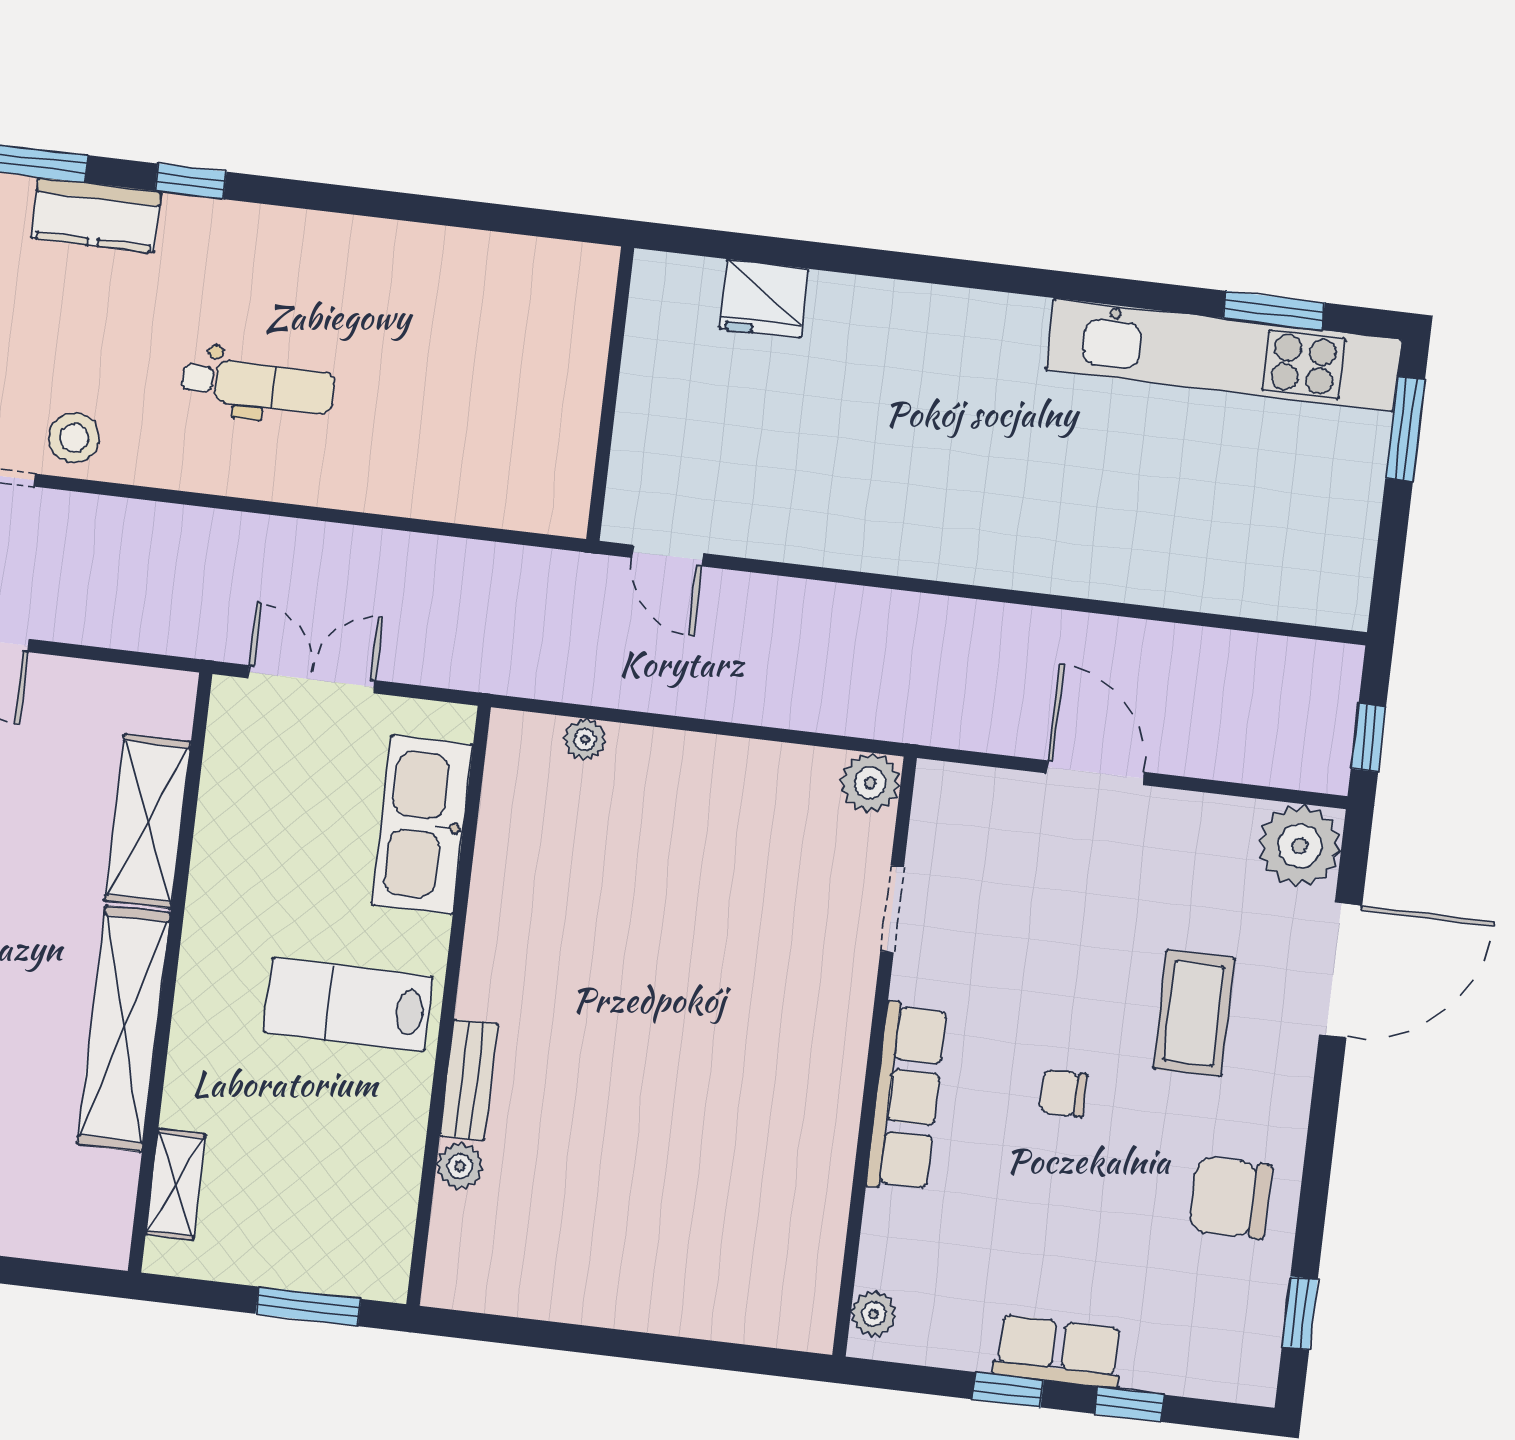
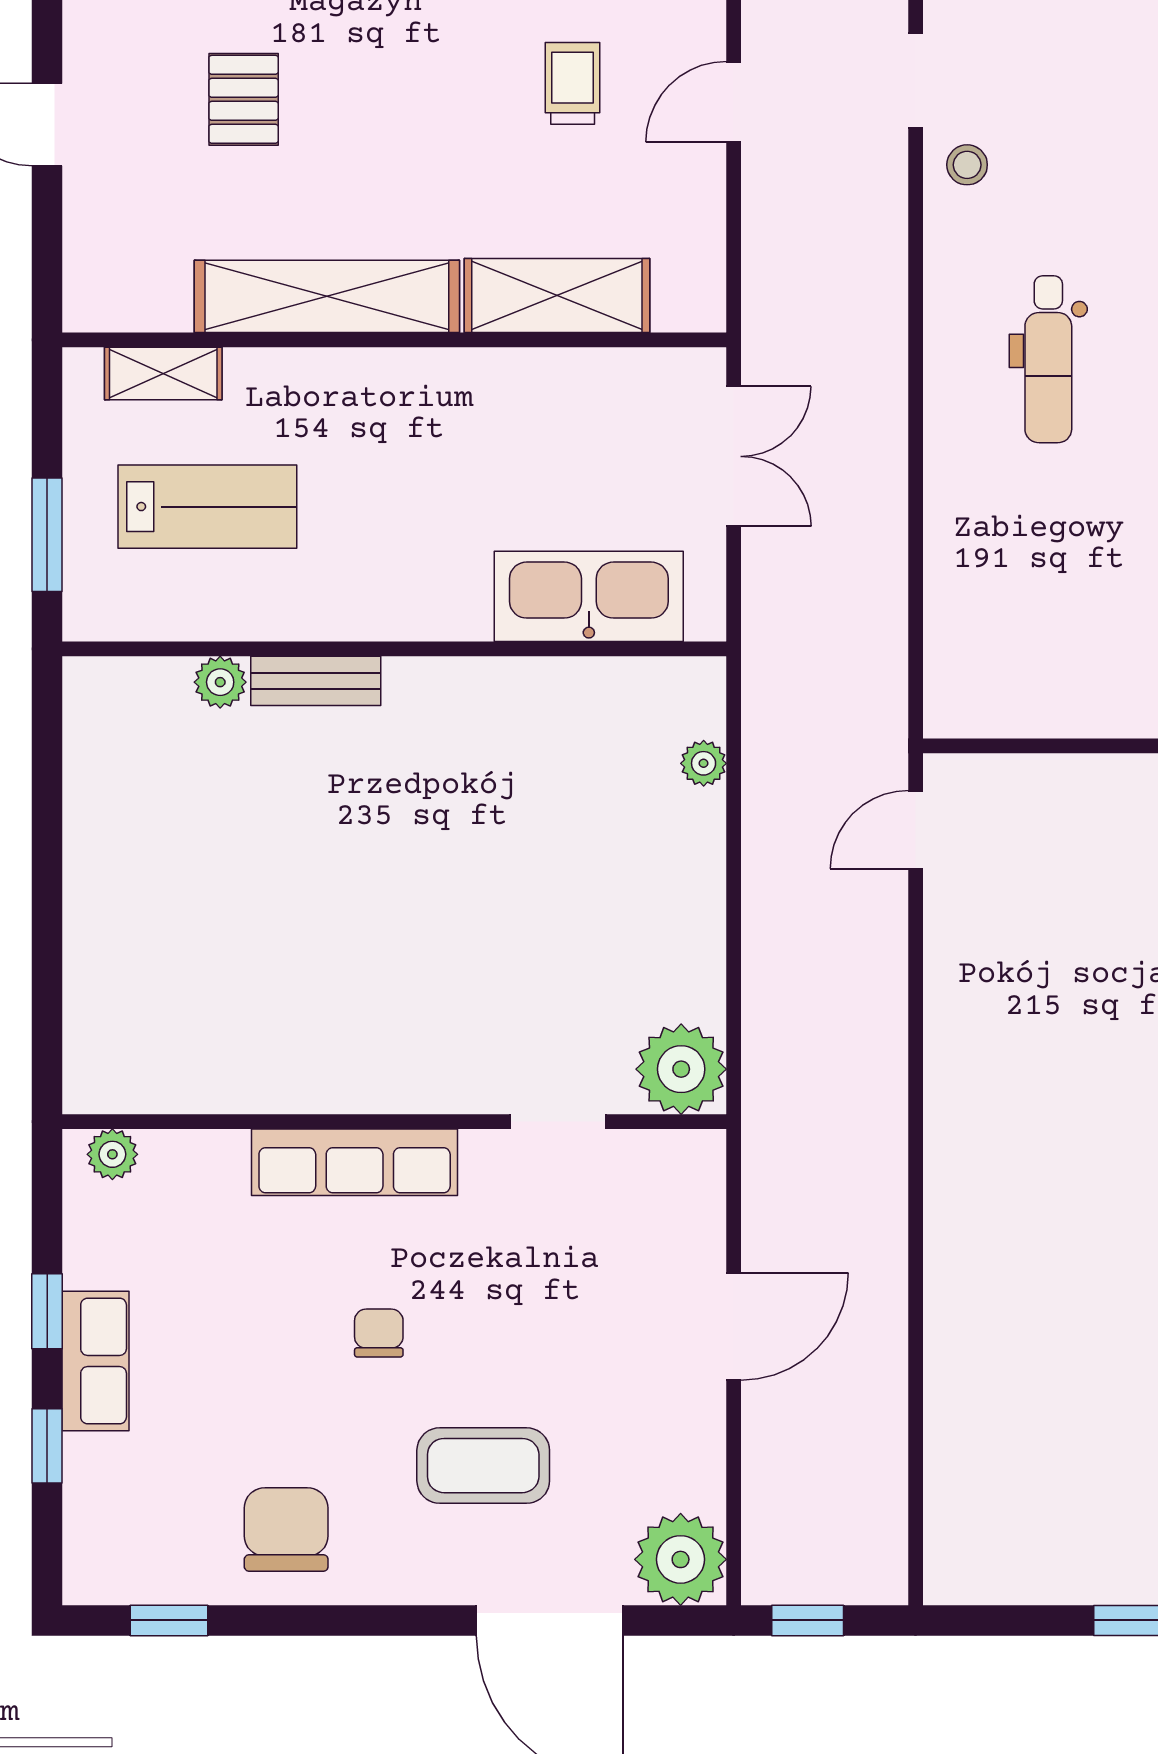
stool: (74, 438) -> (967, 165), width x0.73, depth x0.73
plant: (870, 783) -> (681, 1069), width x1.36, depth x1.36
lab bench: (348, 1005) -> (207, 507), moved, turned 90

